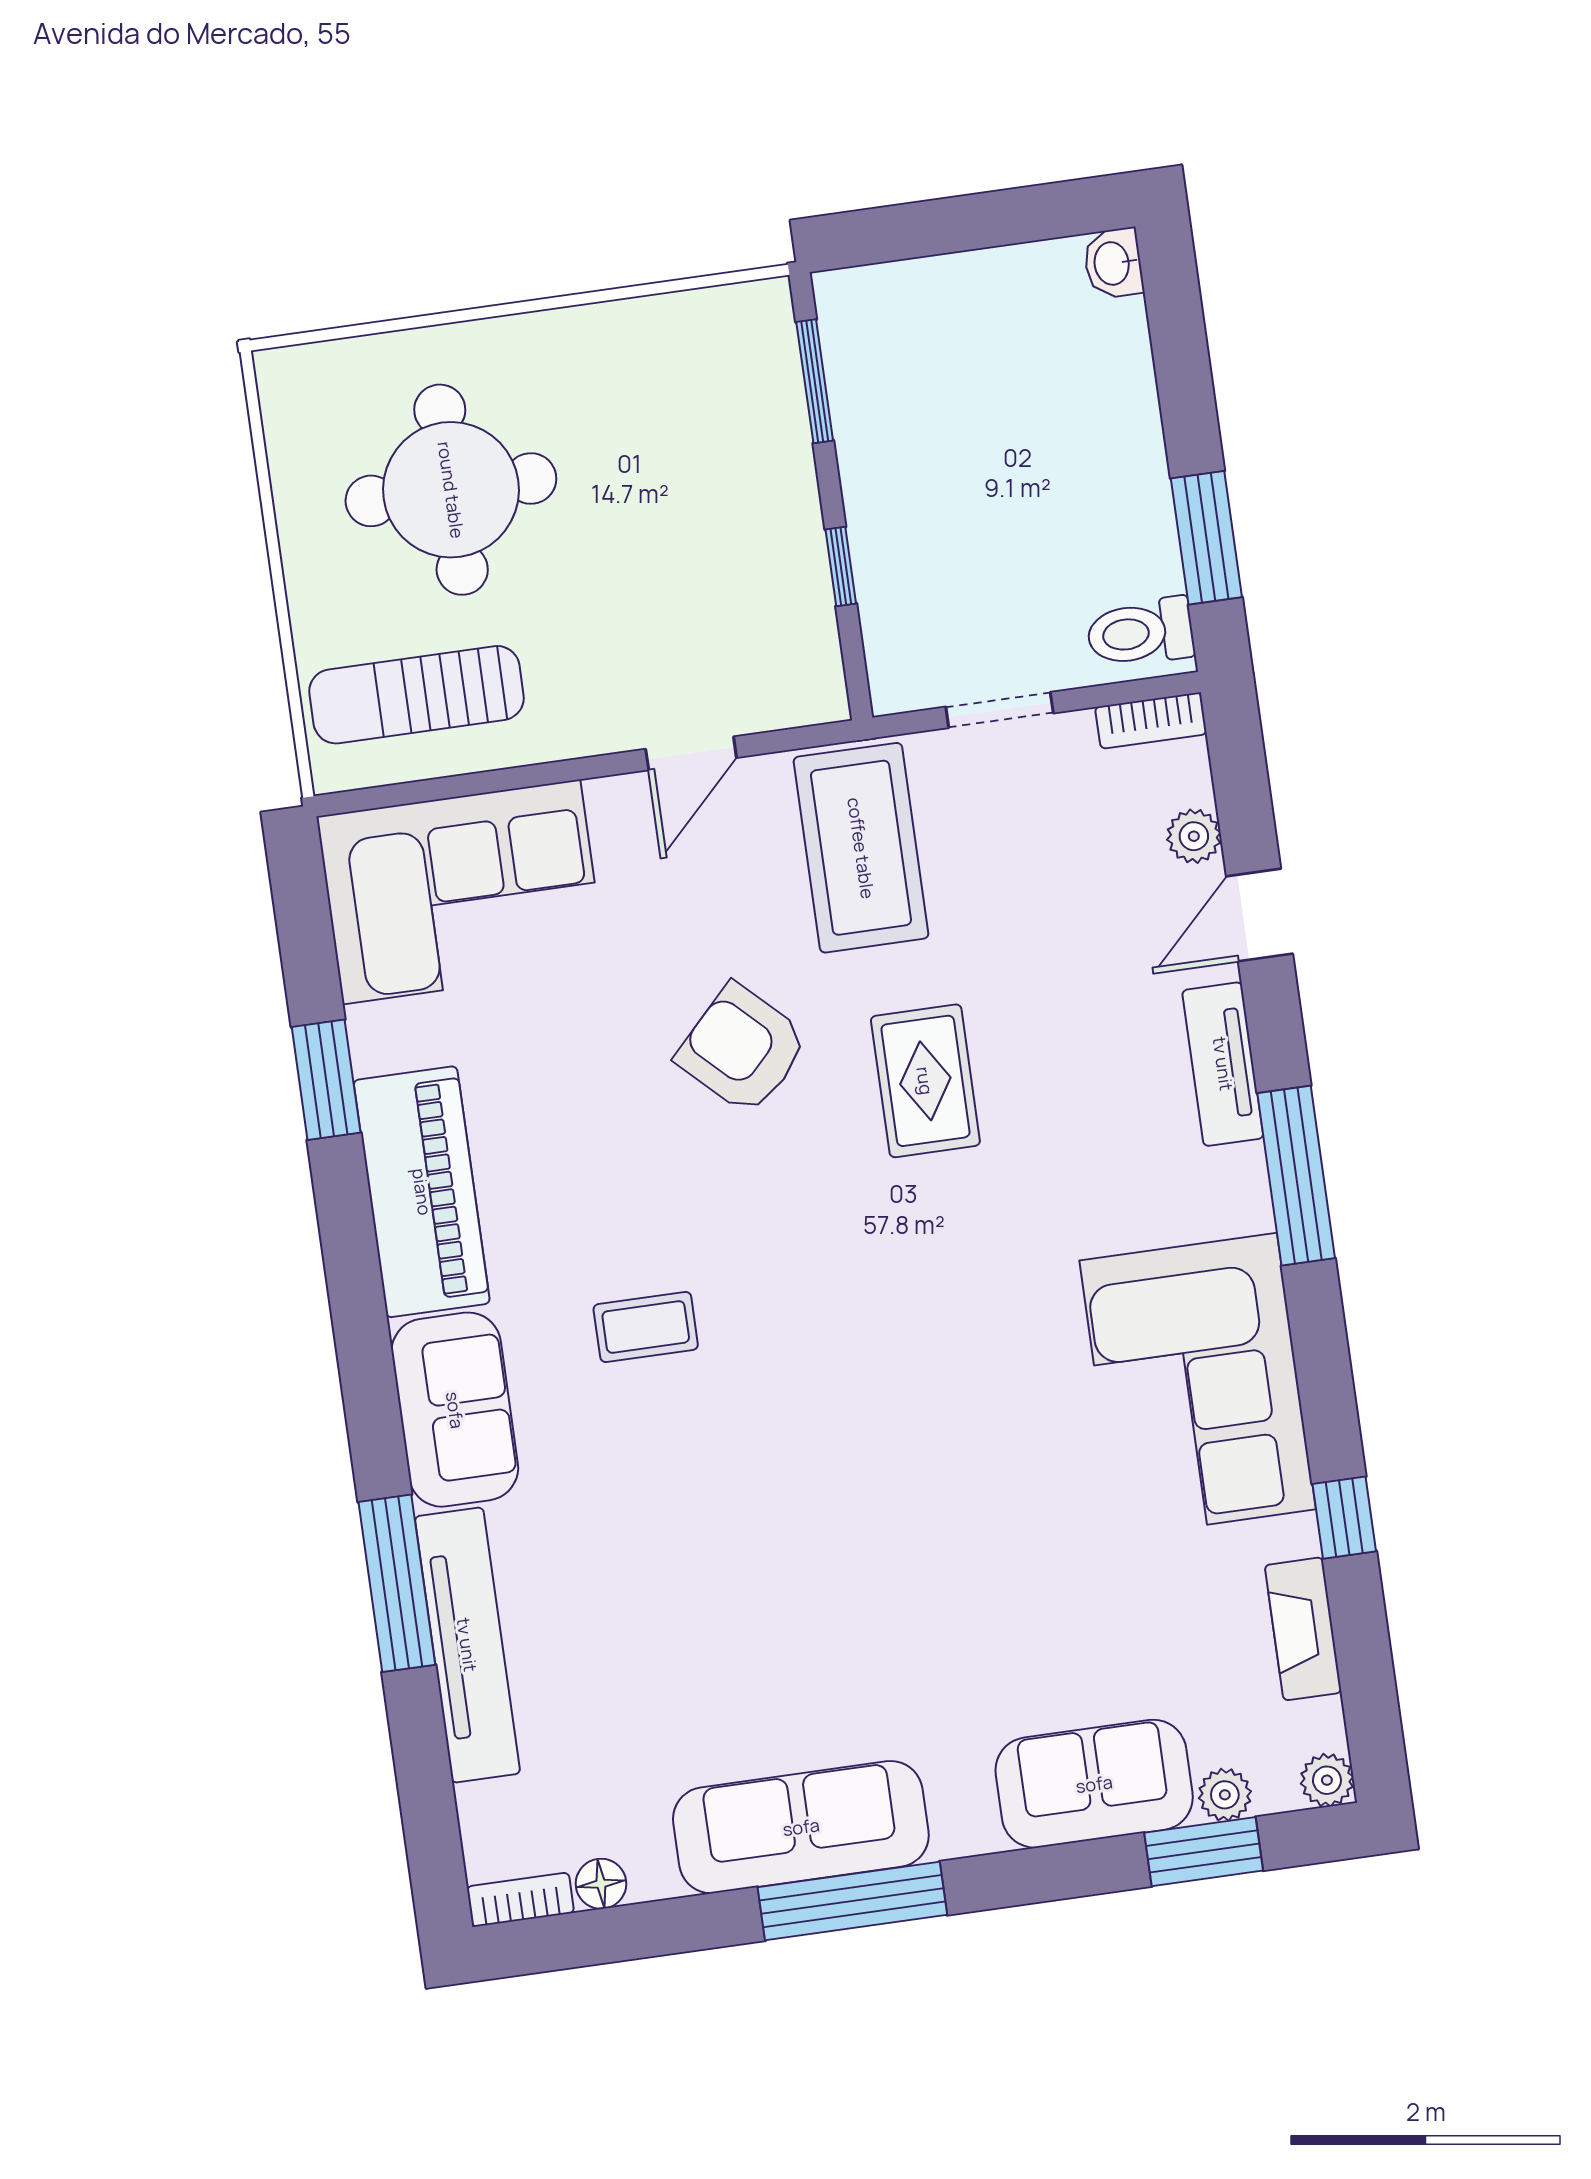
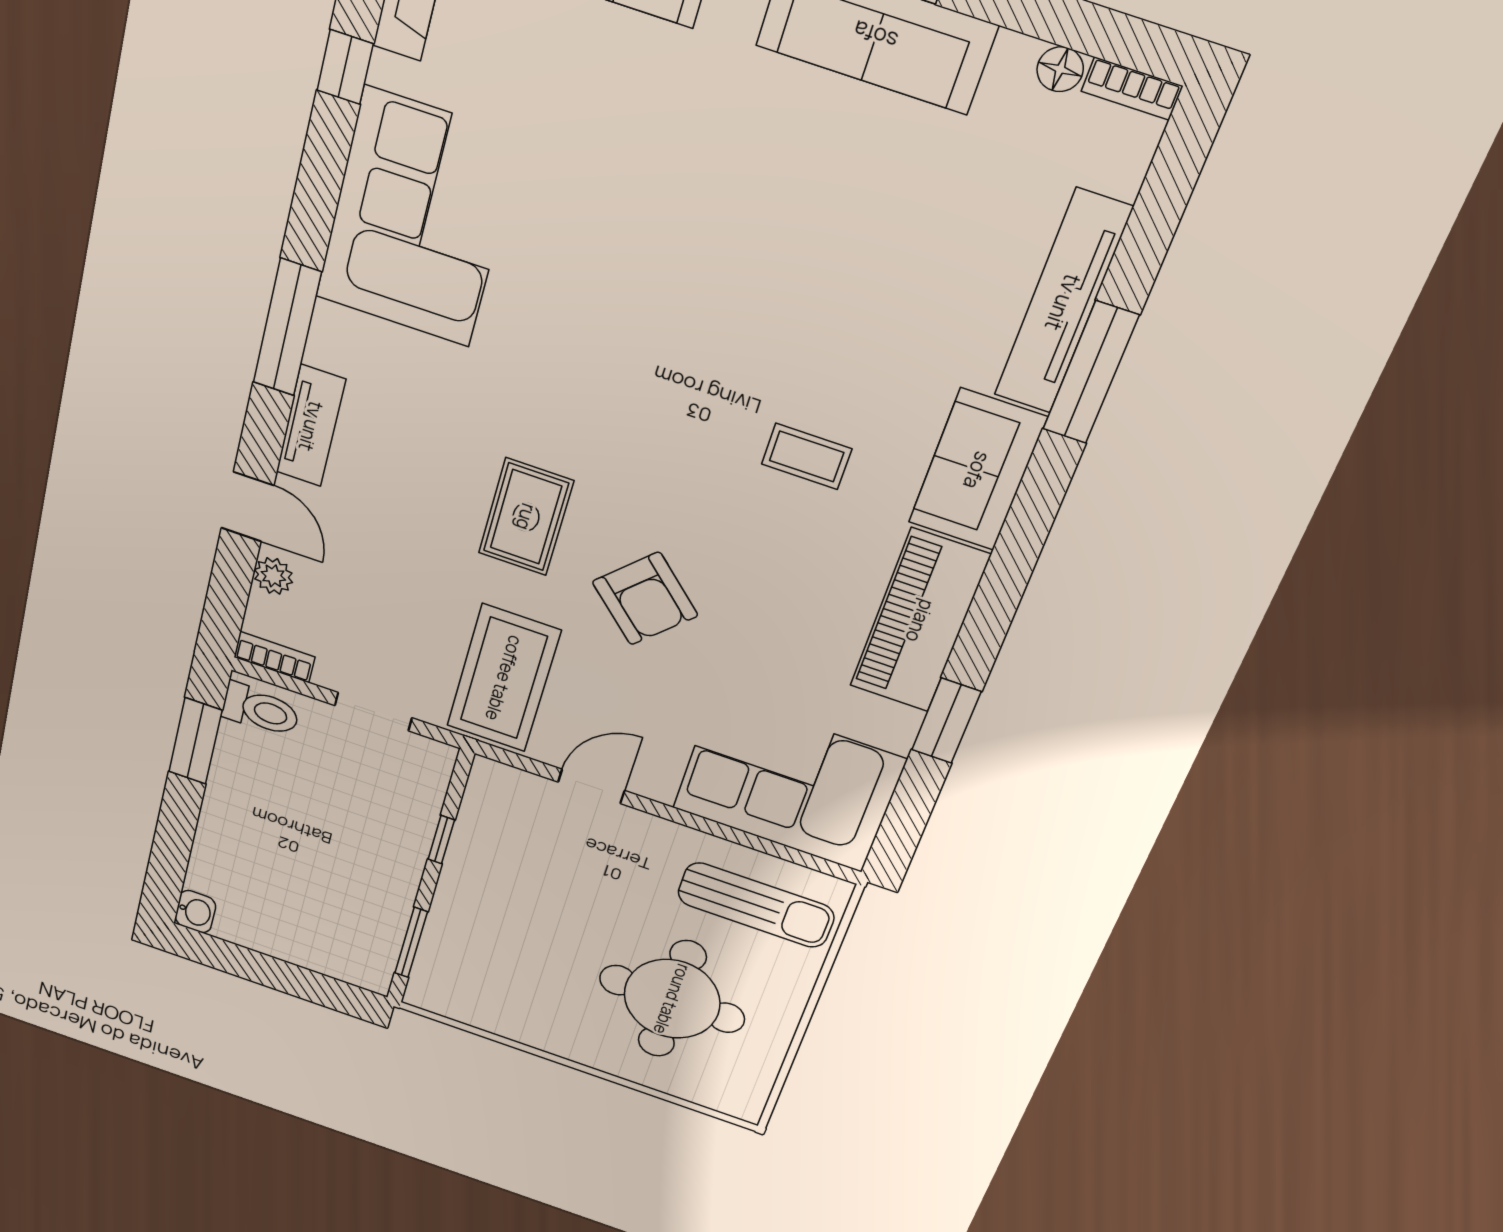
door: (1259, 915) -> (247, 507), hinge flipped

